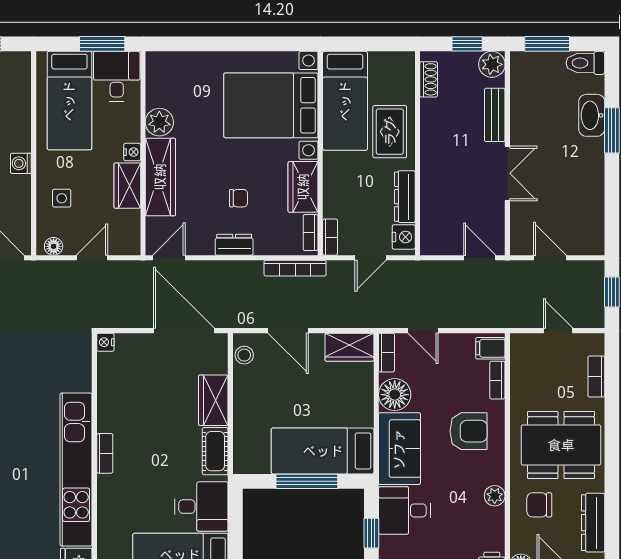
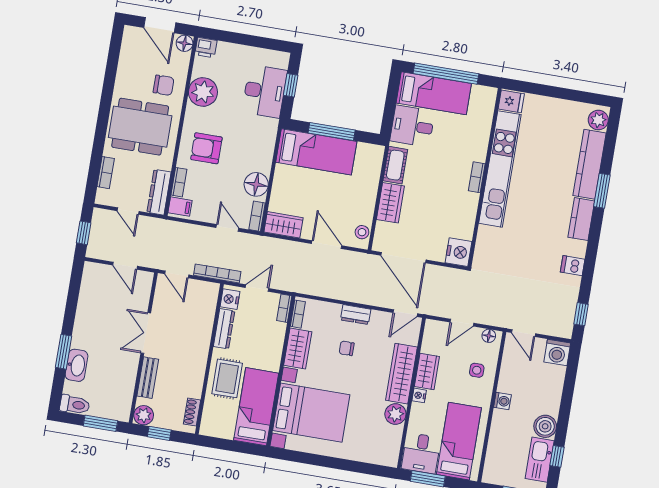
bookcase: (295, 268) -> (217, 273), moved
nightstand: (105, 342) -> (459, 252), width x1.89, depth x1.79
sofa: (399, 449) -> (259, 144), removed
plant: (495, 496) -> (203, 92), width x1.87, depth x1.87
desk: (404, 510) -> (265, 91), width x1.37
dresser: (593, 523) -> (159, 192), moved, turned 180

